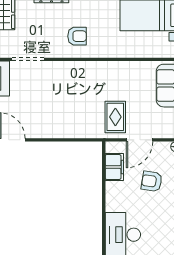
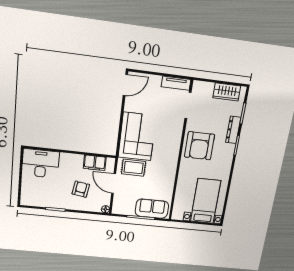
armchair: (77, 36) -> (200, 146), width x1.88, depth x1.88
corner sofa: (74, 118) -> (137, 137), added

